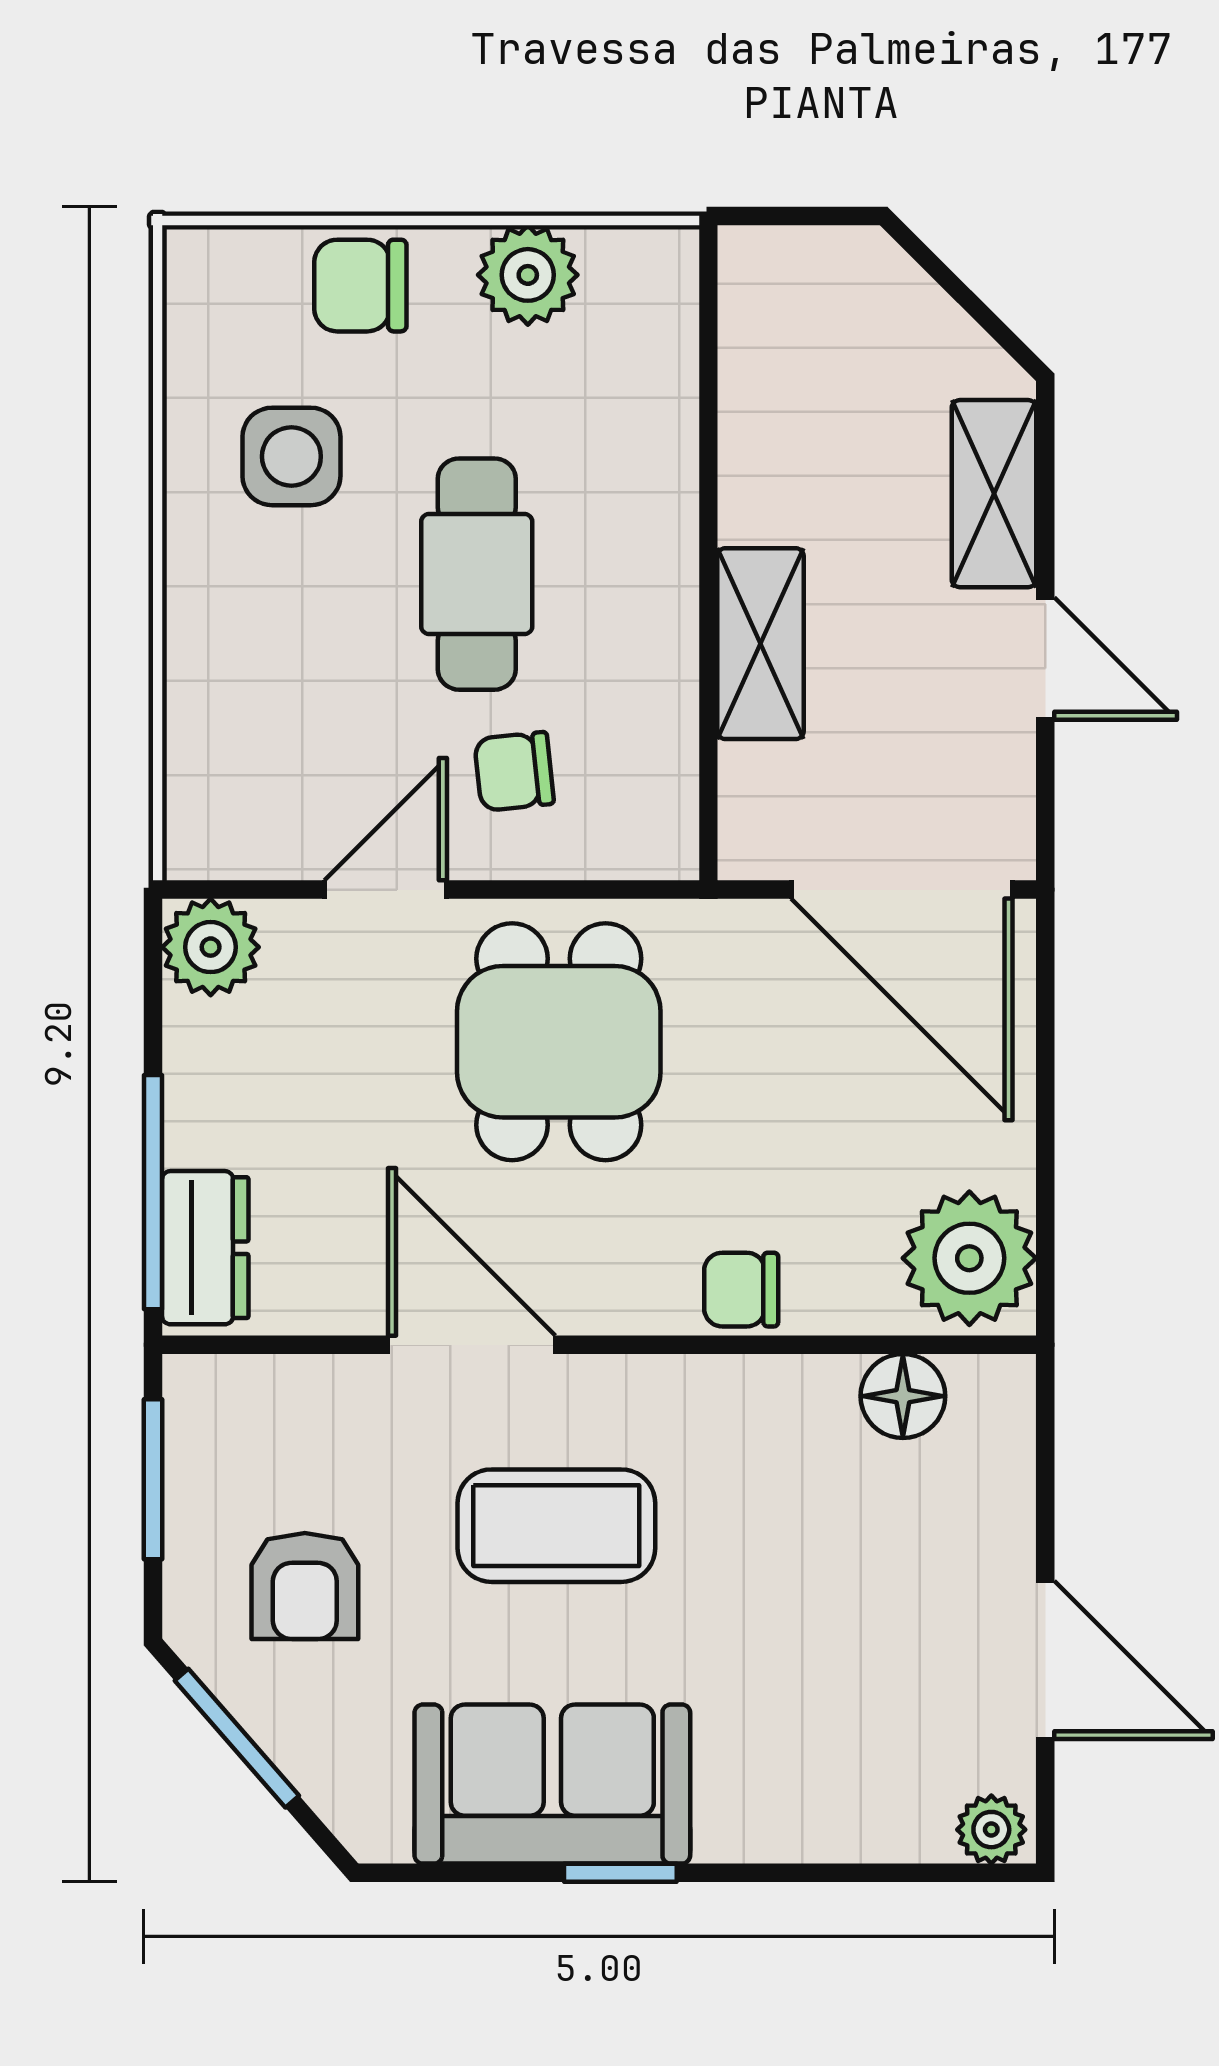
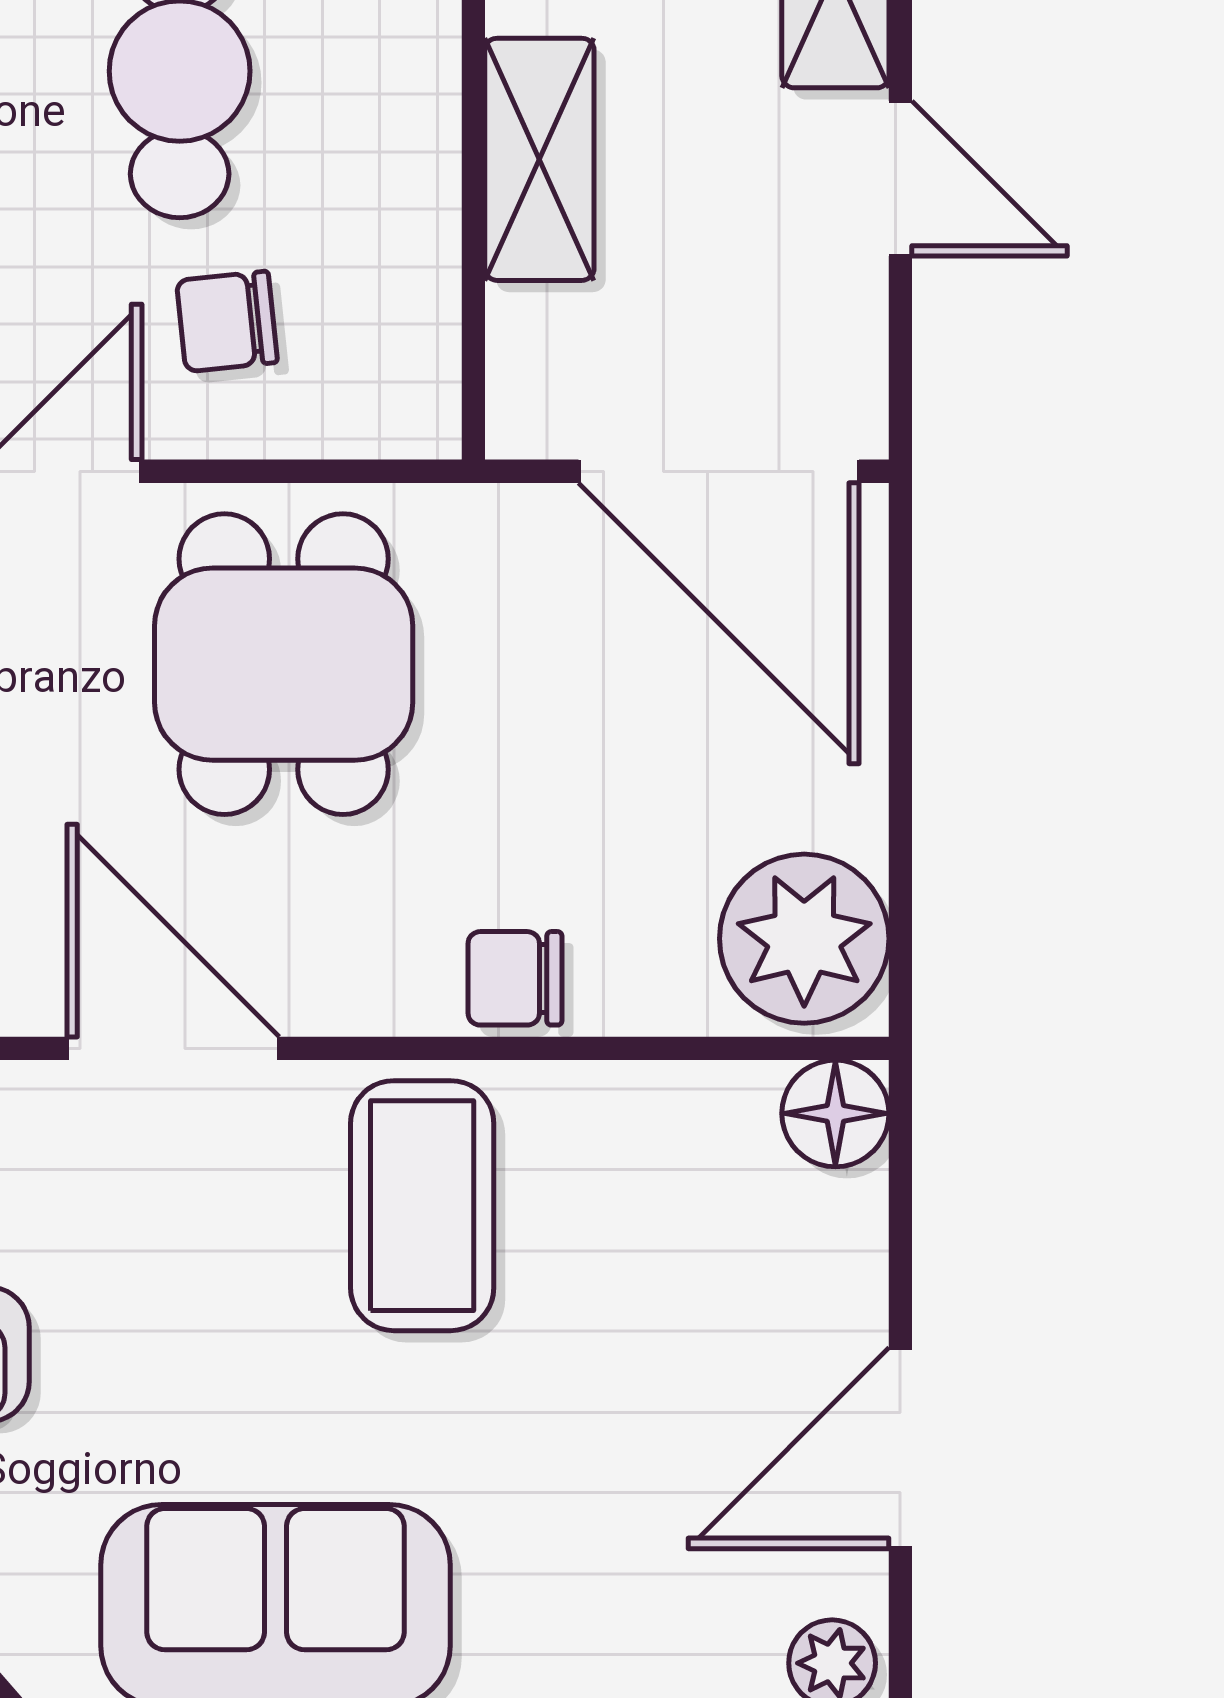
floor lamp: (903, 1396) -> (835, 1113), moved
coffee table: (556, 1526) -> (422, 1206), moved, turned 90
door: (1045, 1660) -> (900, 1448), swing flipped

